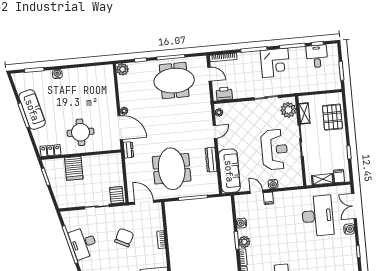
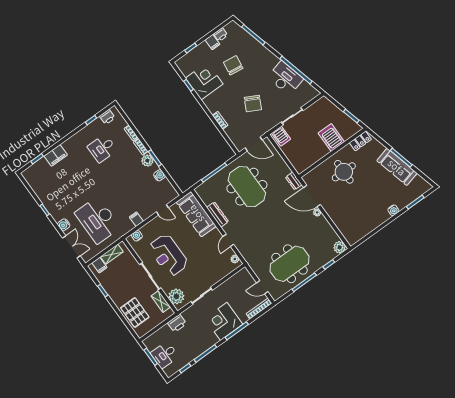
desk: (317, 56) -> (165, 355), moved, turned 90
corner desk: (275, 63) -> (224, 321), moved
printer: (224, 94) -> (177, 323), moved
water cooler: (273, 184) -> (137, 236), moved
filing cabinet: (268, 198) -> (136, 219), moved

